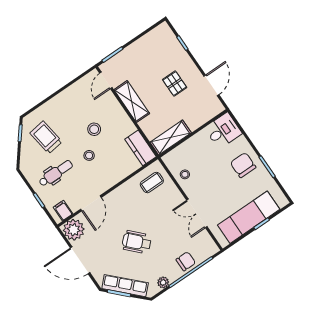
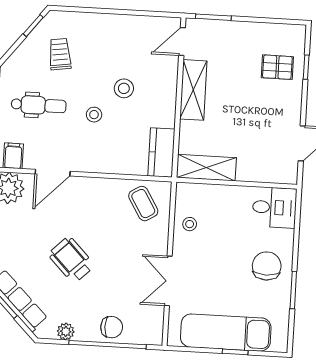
pallet: (175, 84) -> (277, 67), moved, turned 90
trolley: (46, 137) -> (60, 54), width x0.73, depth x0.72
coffee table: (152, 183) -> (143, 204), turned 59

